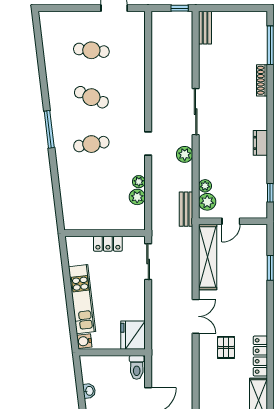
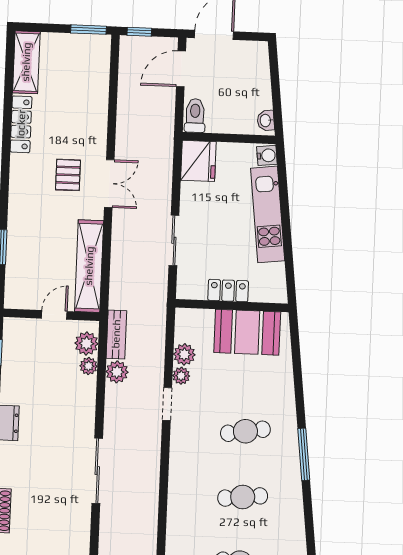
cafe table: (91, 97) -> (243, 497), turned -30
doorway: (148, 143) -> (167, 404), moved
plant: (185, 154) -> (117, 372), moved
booth: (93, 215) -> (247, 332), added
sliding door: (148, 262) -> (174, 240), moved
double door: (196, 316) -> (109, 184), swing flipped
pallet: (226, 347) -> (68, 175), moved
washbasin: (89, 391) -> (266, 120), moved

